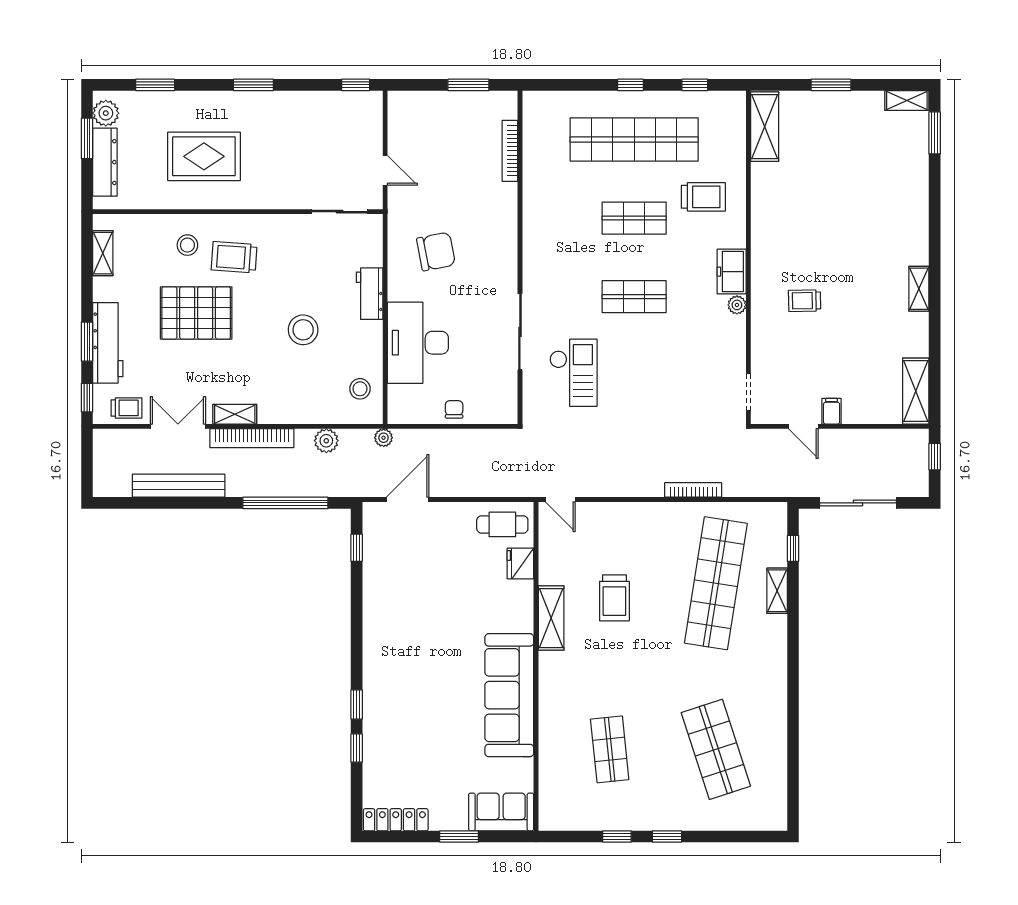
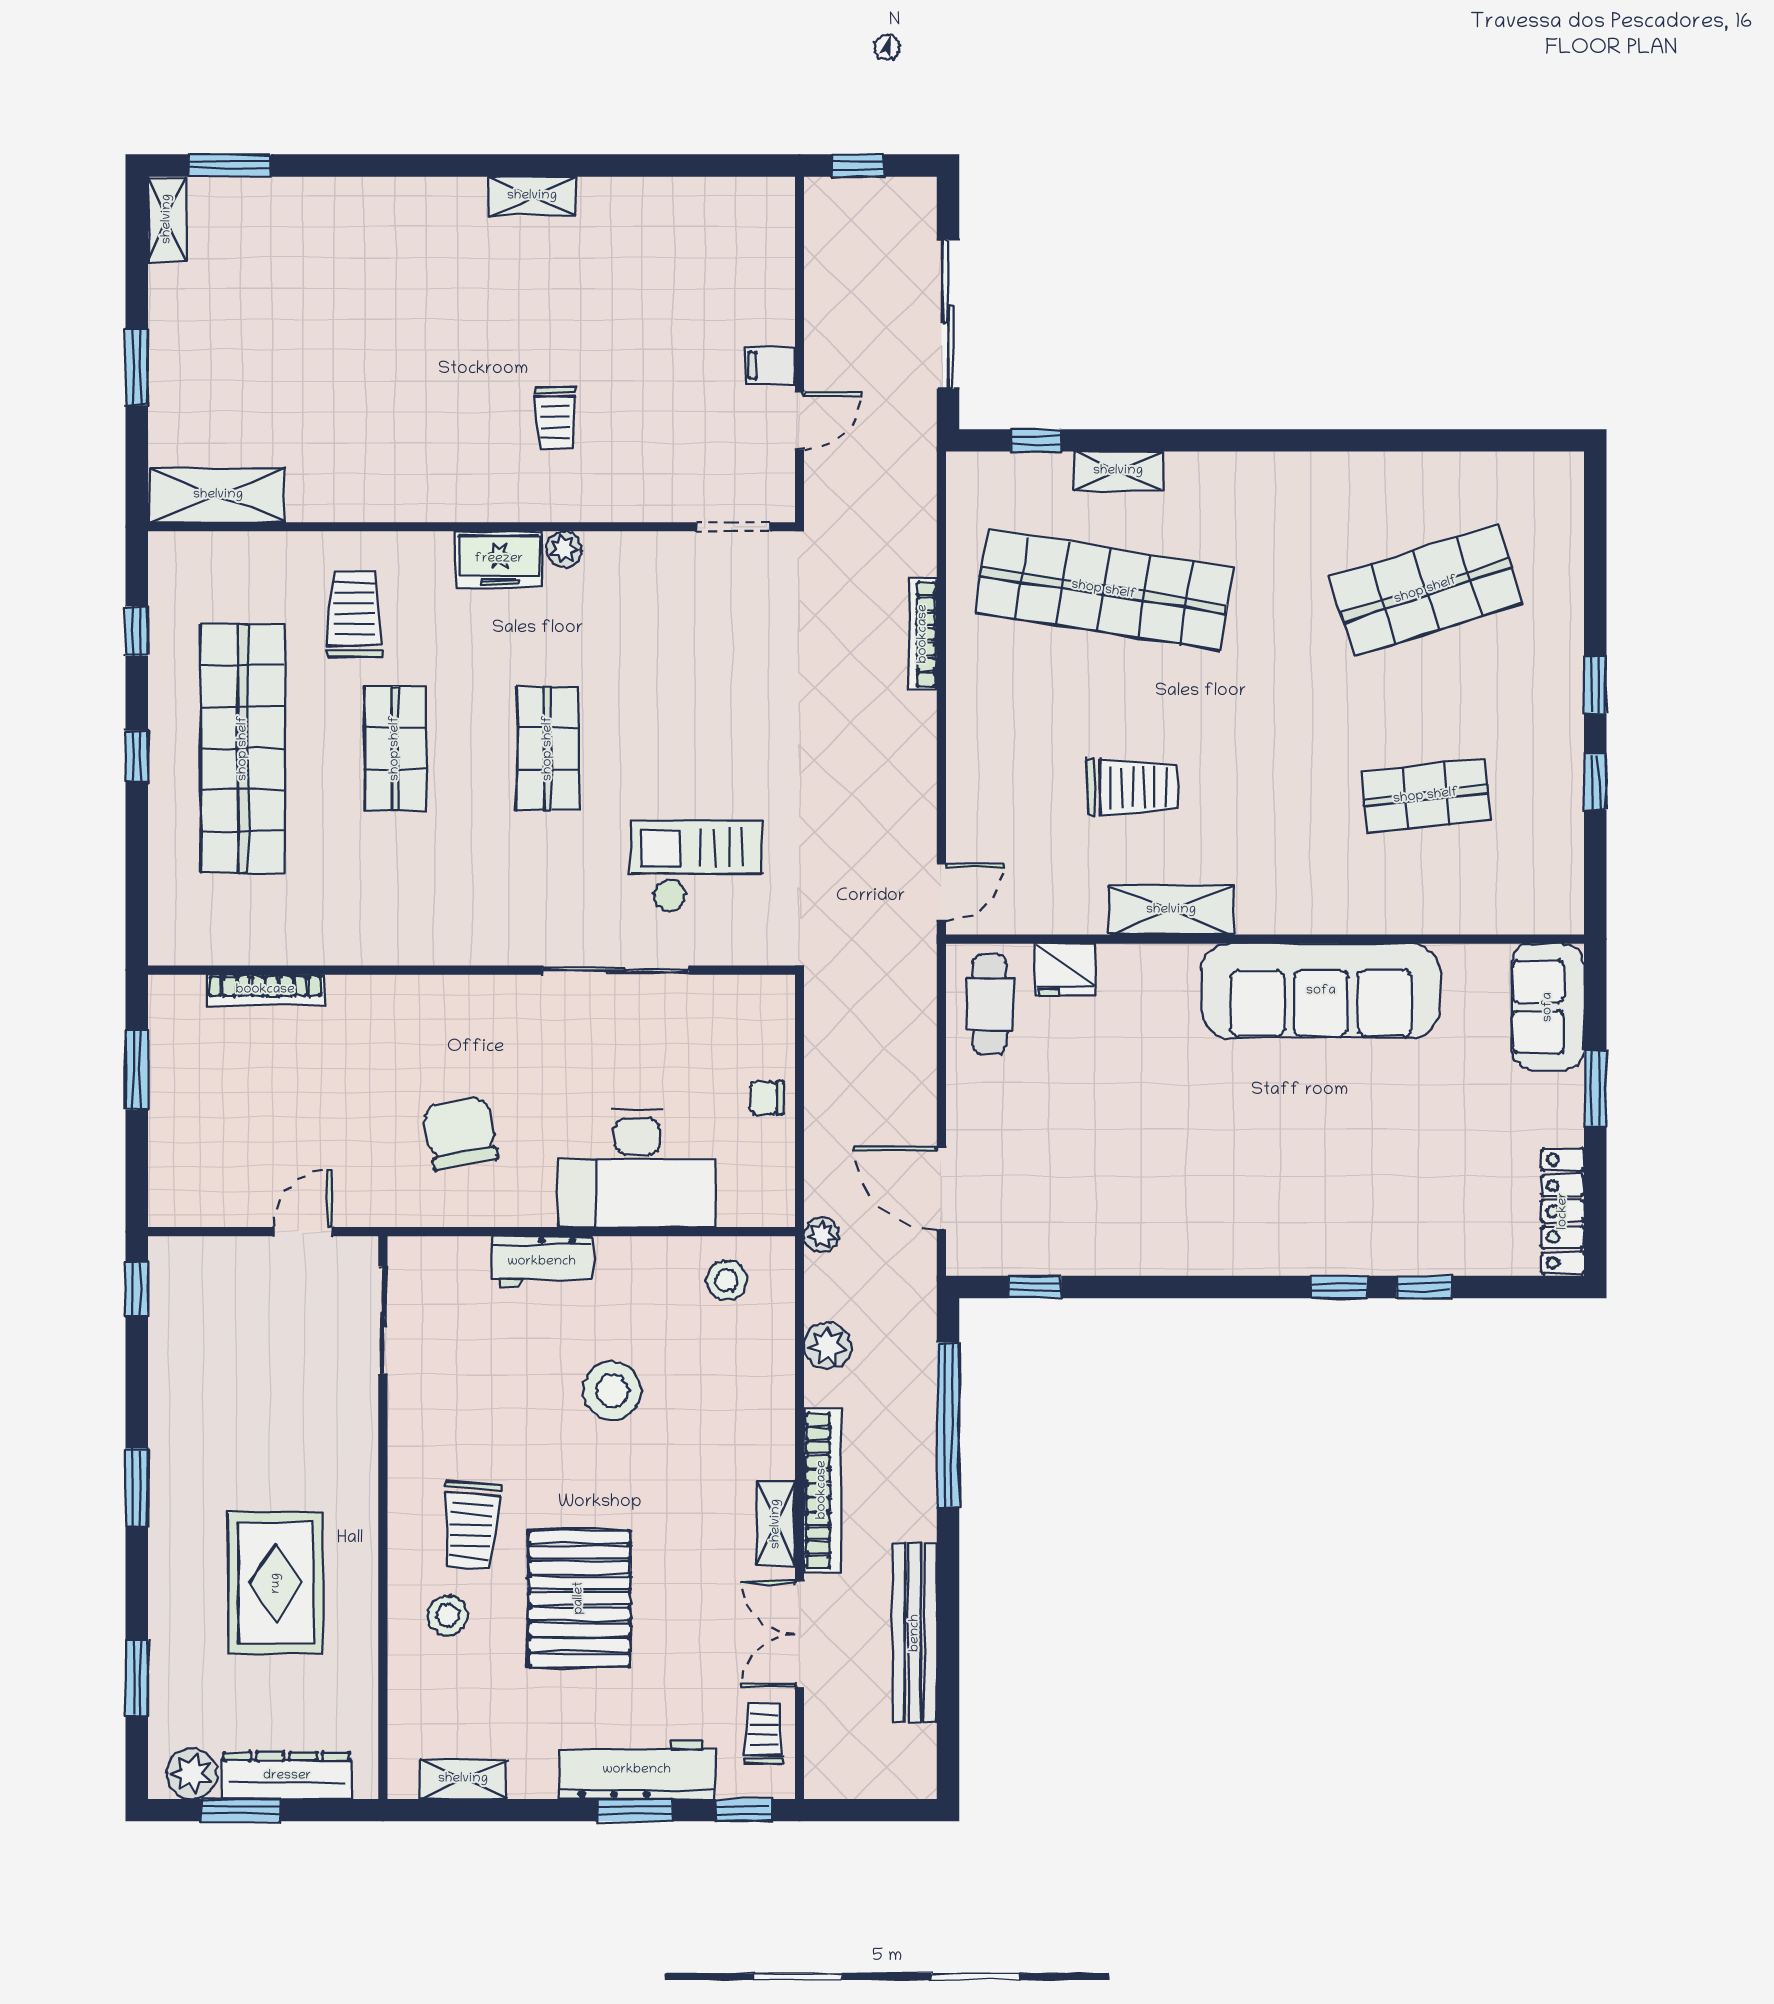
shelving: (916, 391) -> (731, 202), removed

